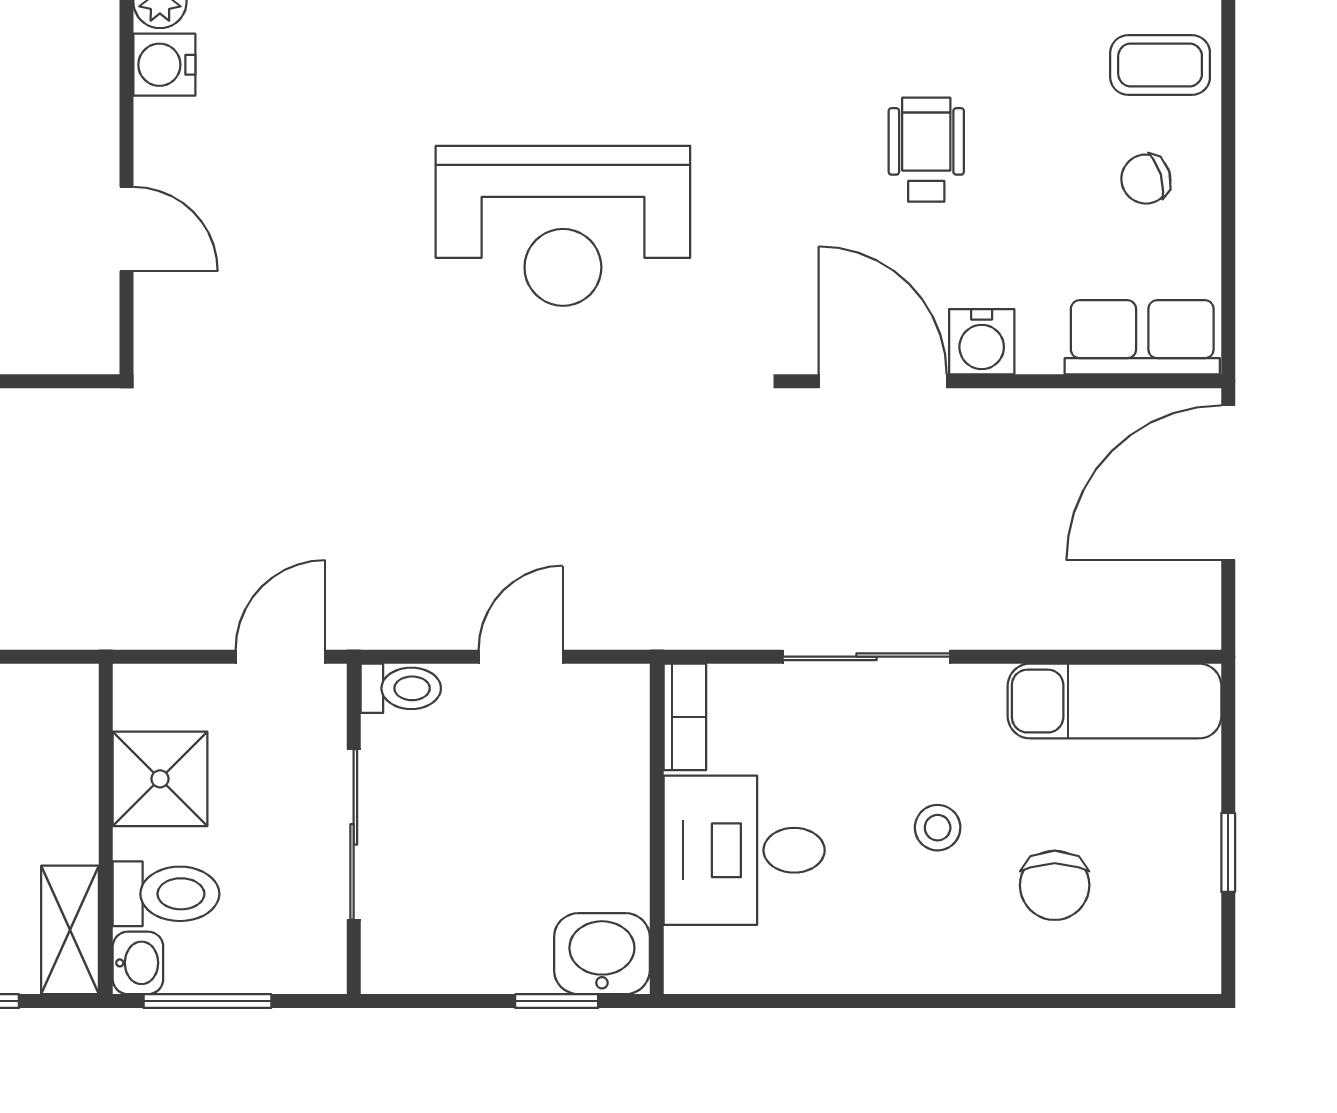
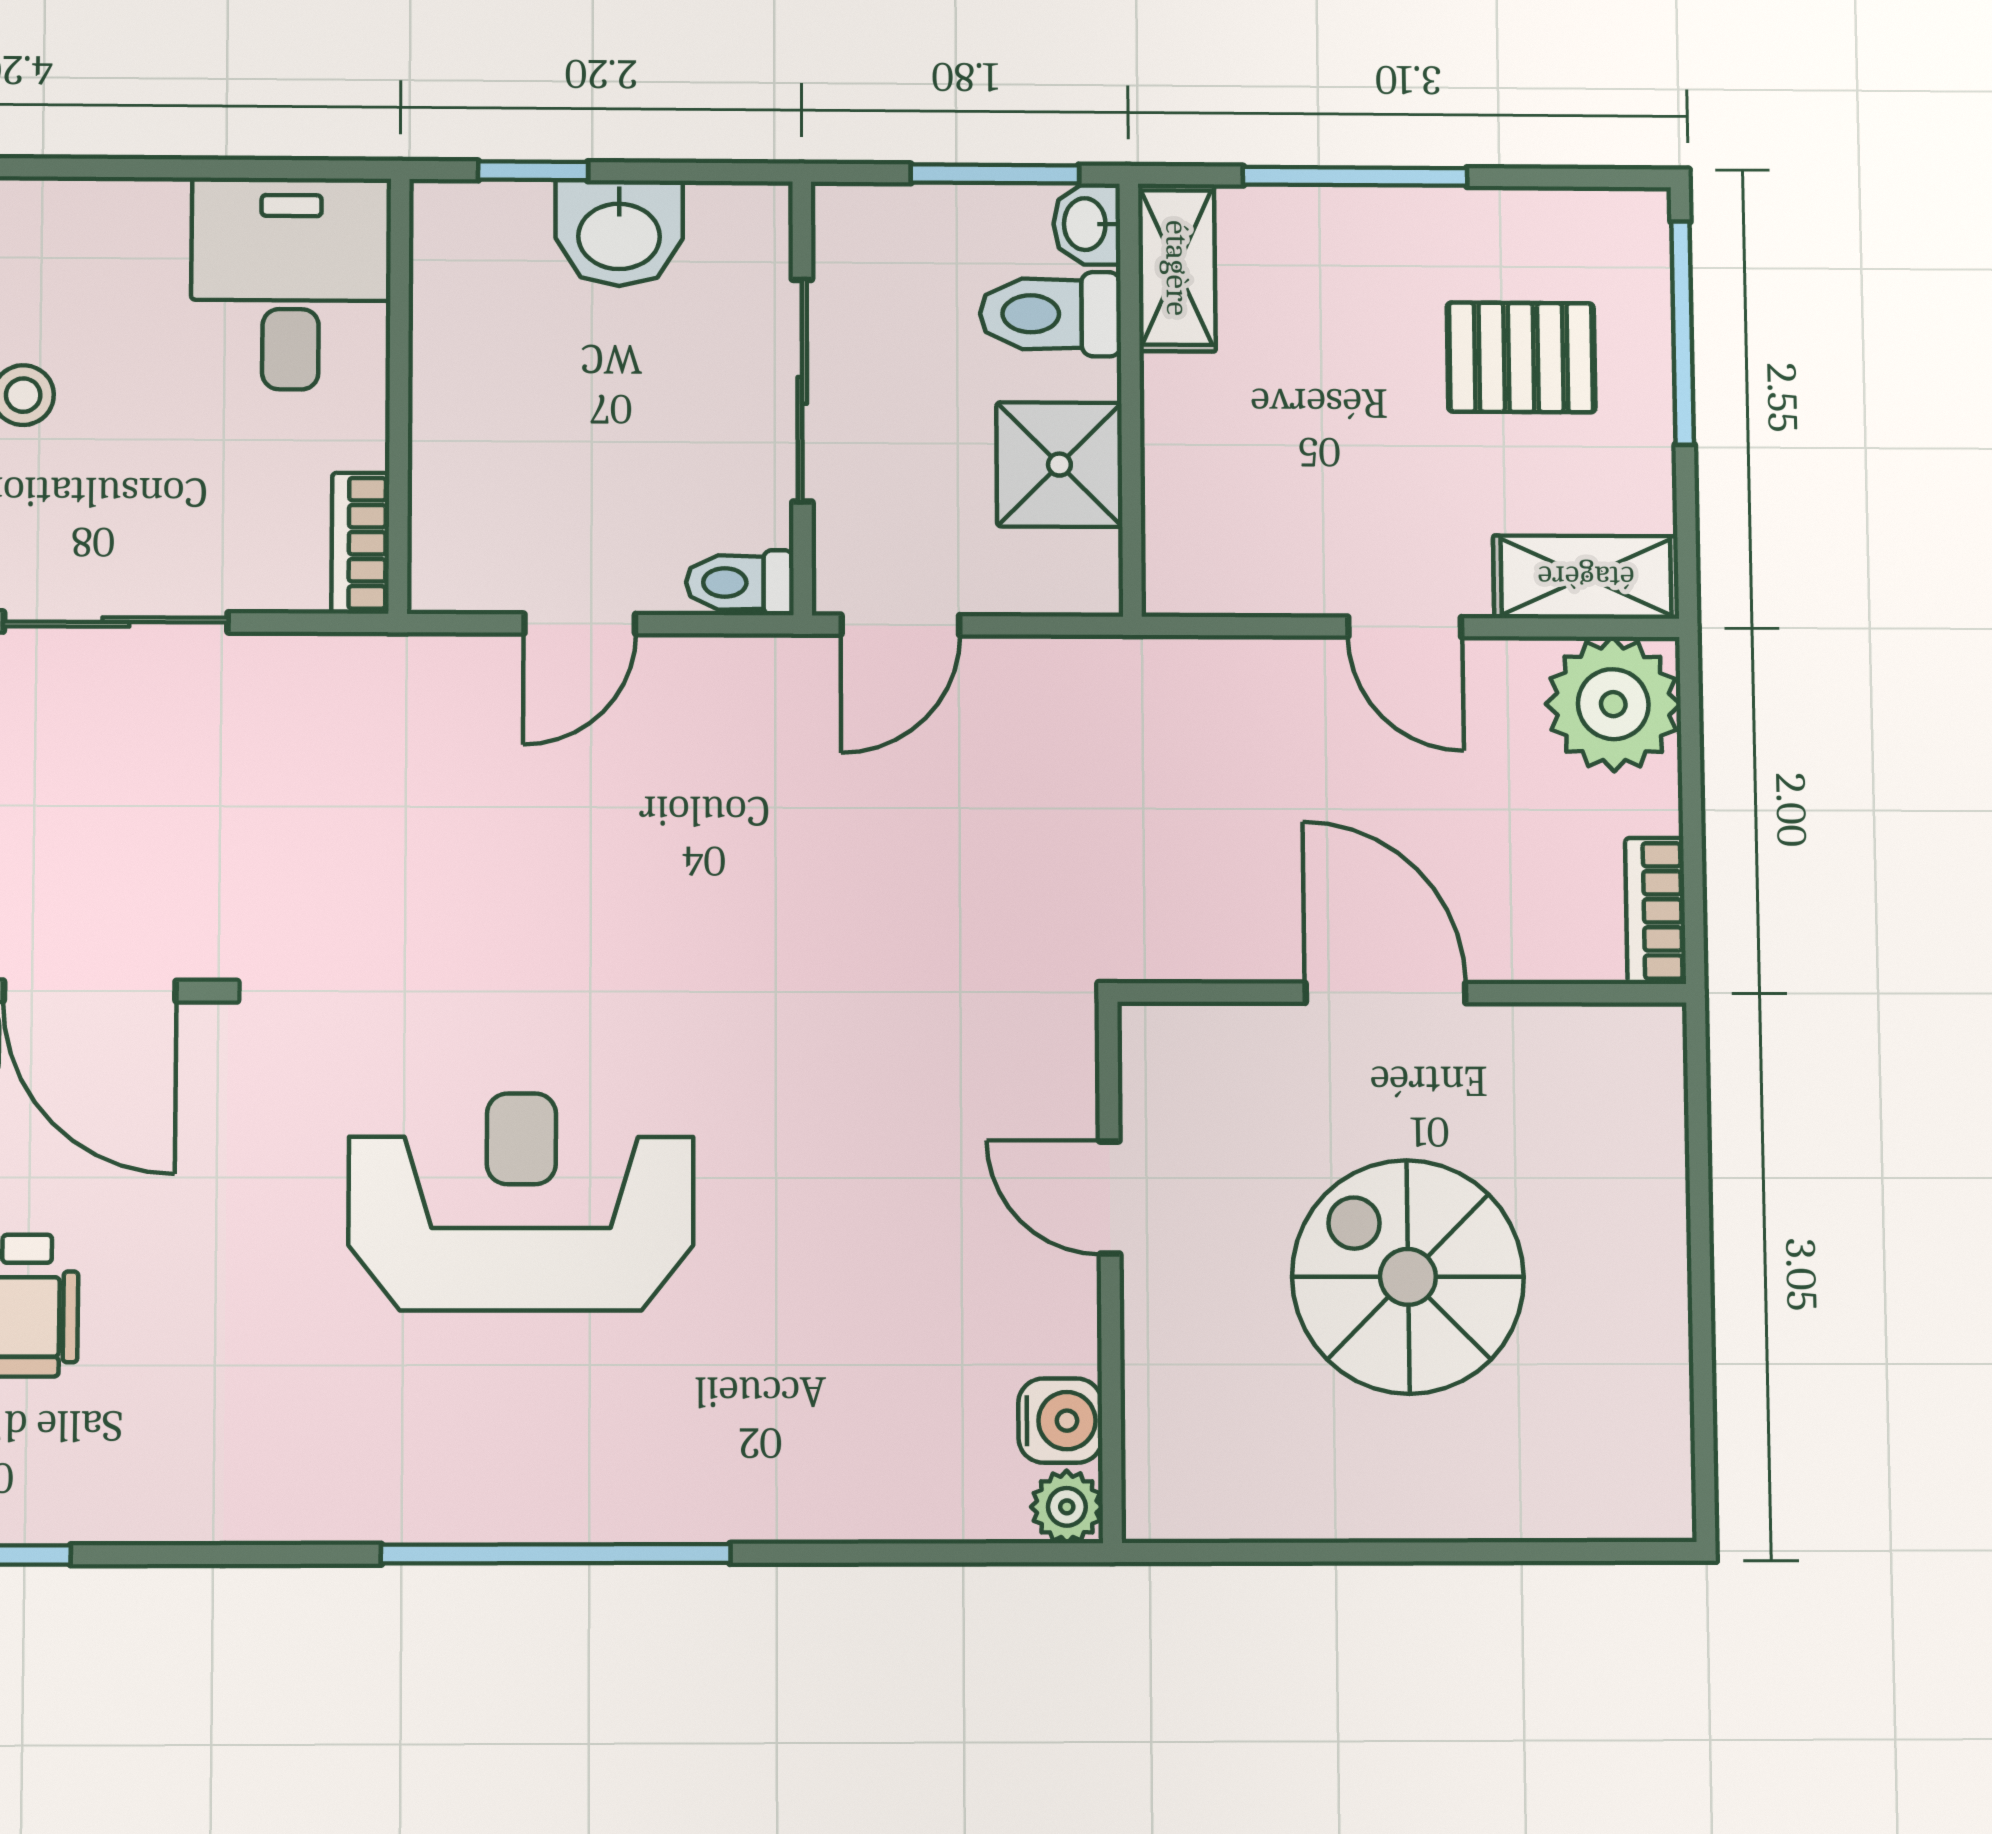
desk: (744, 850) -> (291, 284), moved, turned -90
washbasin: (602, 954) -> (619, 233), moved

